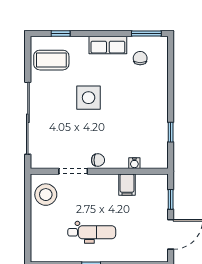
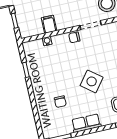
chair: (140, 58) -> (60, 102), moved
side table: (89, 98) -> (92, 81), turned 38

